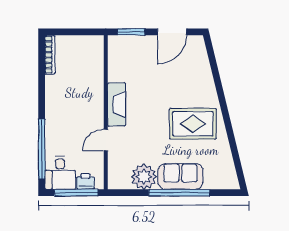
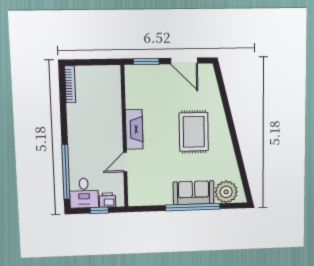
door: (172, 32) -> (184, 61), hinge flipped
rug: (193, 124) -> (194, 132), moved, turned 90
plant: (144, 177) -> (226, 192), moved
window: (76, 193) -> (99, 210), width x0.46

